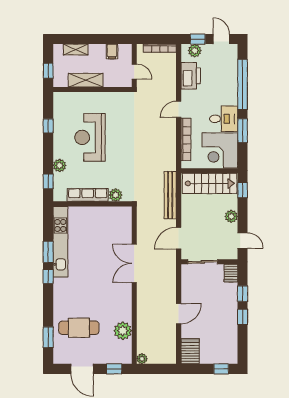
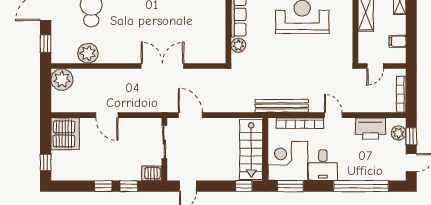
window: (243, 131) -> (290, 186), moved
bench: (170, 195) -> (282, 106), moved
plant: (231, 216) -> (215, 174), removed
server rack: (190, 351) -> (65, 134), width x1.60
plant: (142, 359) -> (62, 80), width x1.87, depth x1.87

